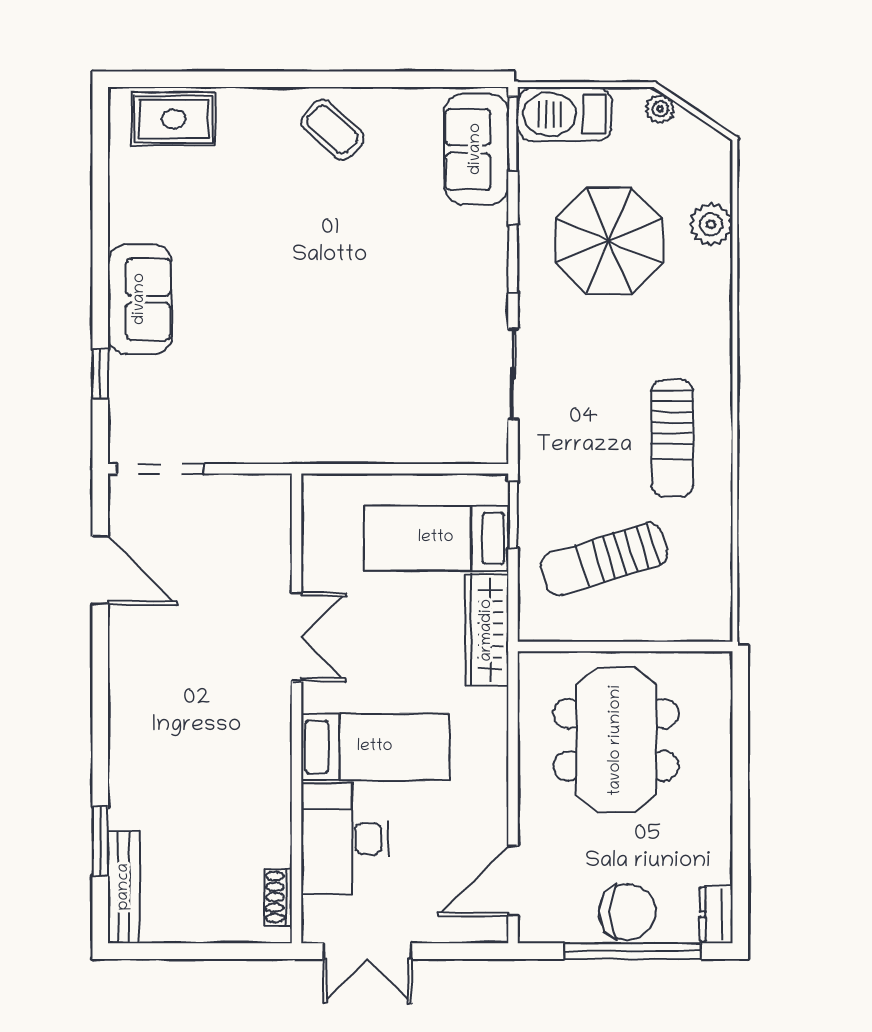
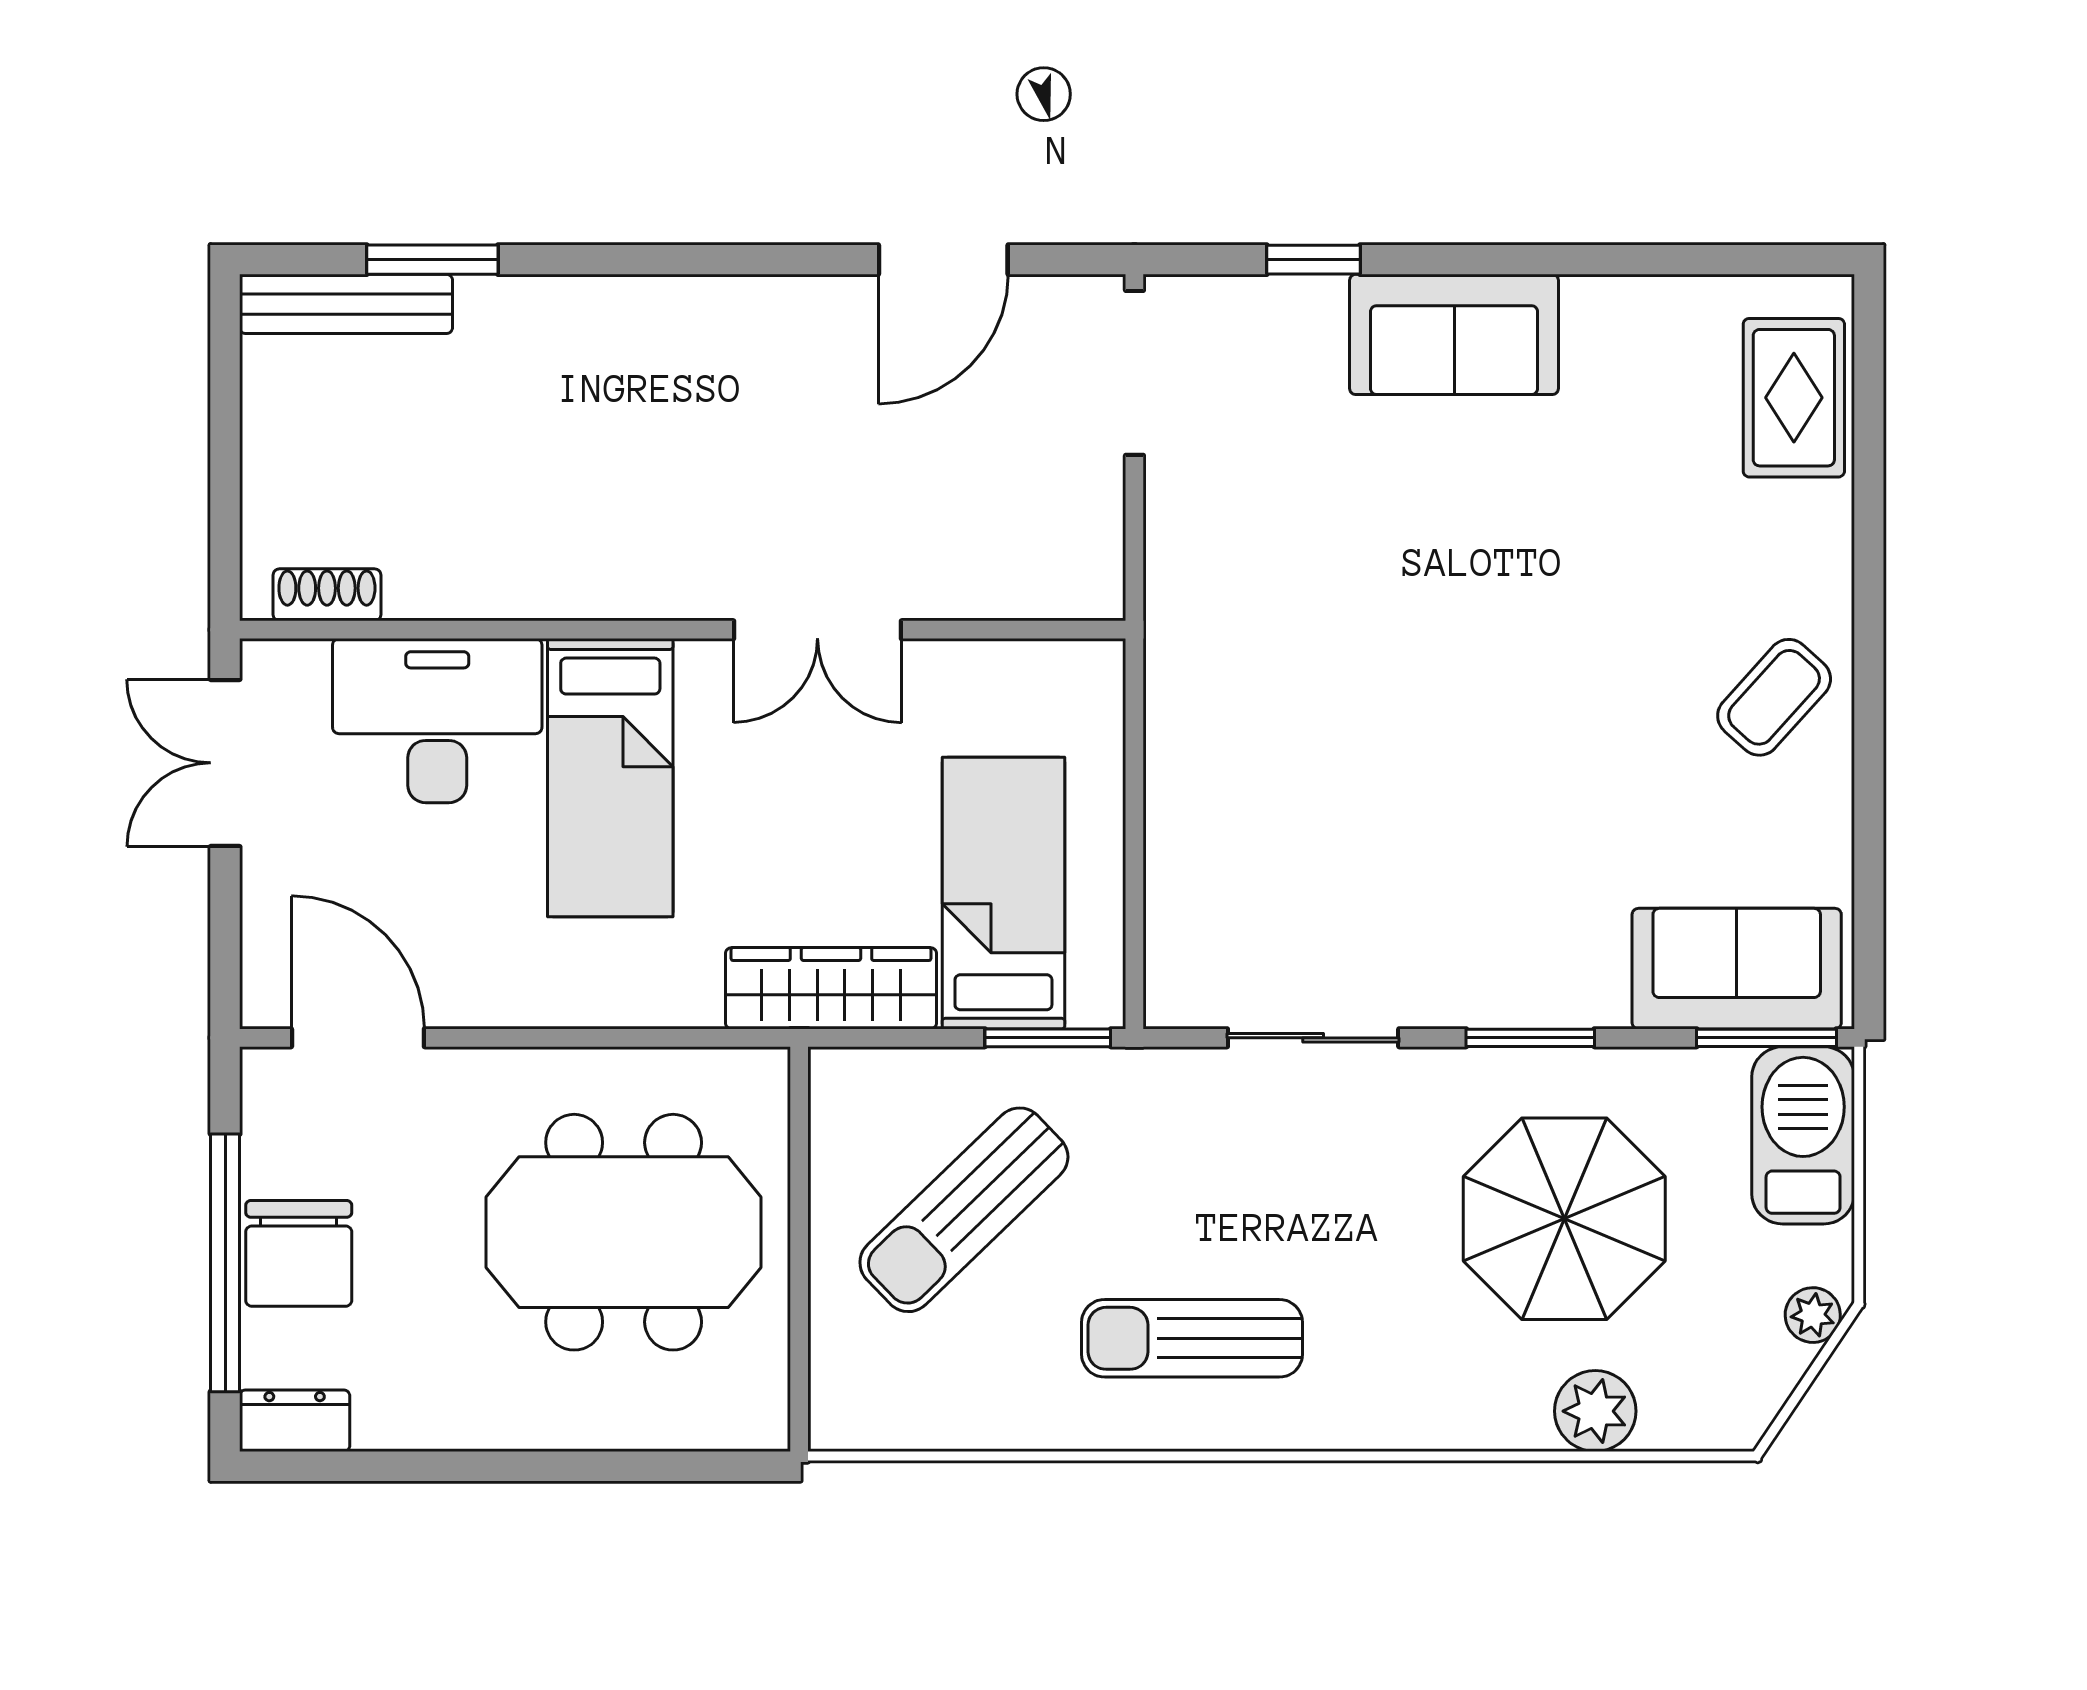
sun lounger: (604, 559) -> (964, 1210), turned -117

